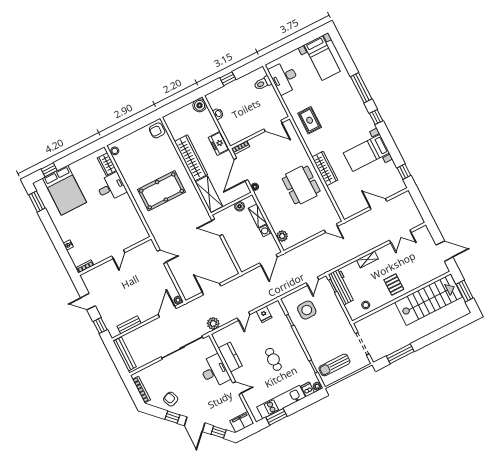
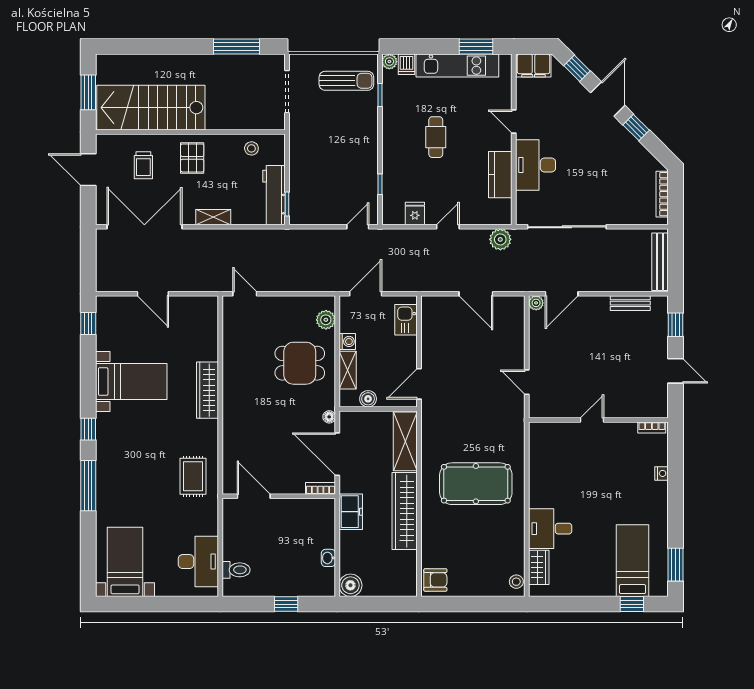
door: (241, 170) -> (337, 454), swing flipped
dining table: (301, 185) -> (300, 363), moved, width x0.73
bed: (64, 190) -> (632, 561), width x0.67
door: (217, 227) -> (419, 384), swing flipped
double door: (400, 236) -> (144, 227), width x1.87
kitchen sink: (241, 257) -> (406, 320), added
trolley: (417, 268) -> (143, 165), added
door: (312, 281) -> (358, 227), moved
side table: (307, 310) -> (346, 187), removed
armchair: (171, 399) -> (625, 157), removed

